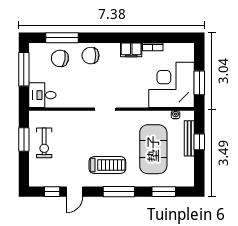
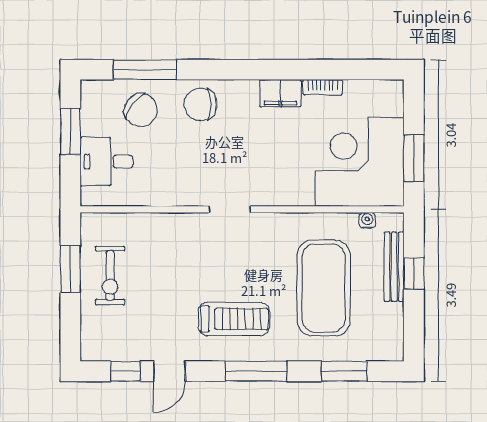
chair: (60, 58) -> (141, 110), turned -153
window: (24, 69) -> (70, 131), width x0.69
desk: (42, 95) -> (107, 162), moved

